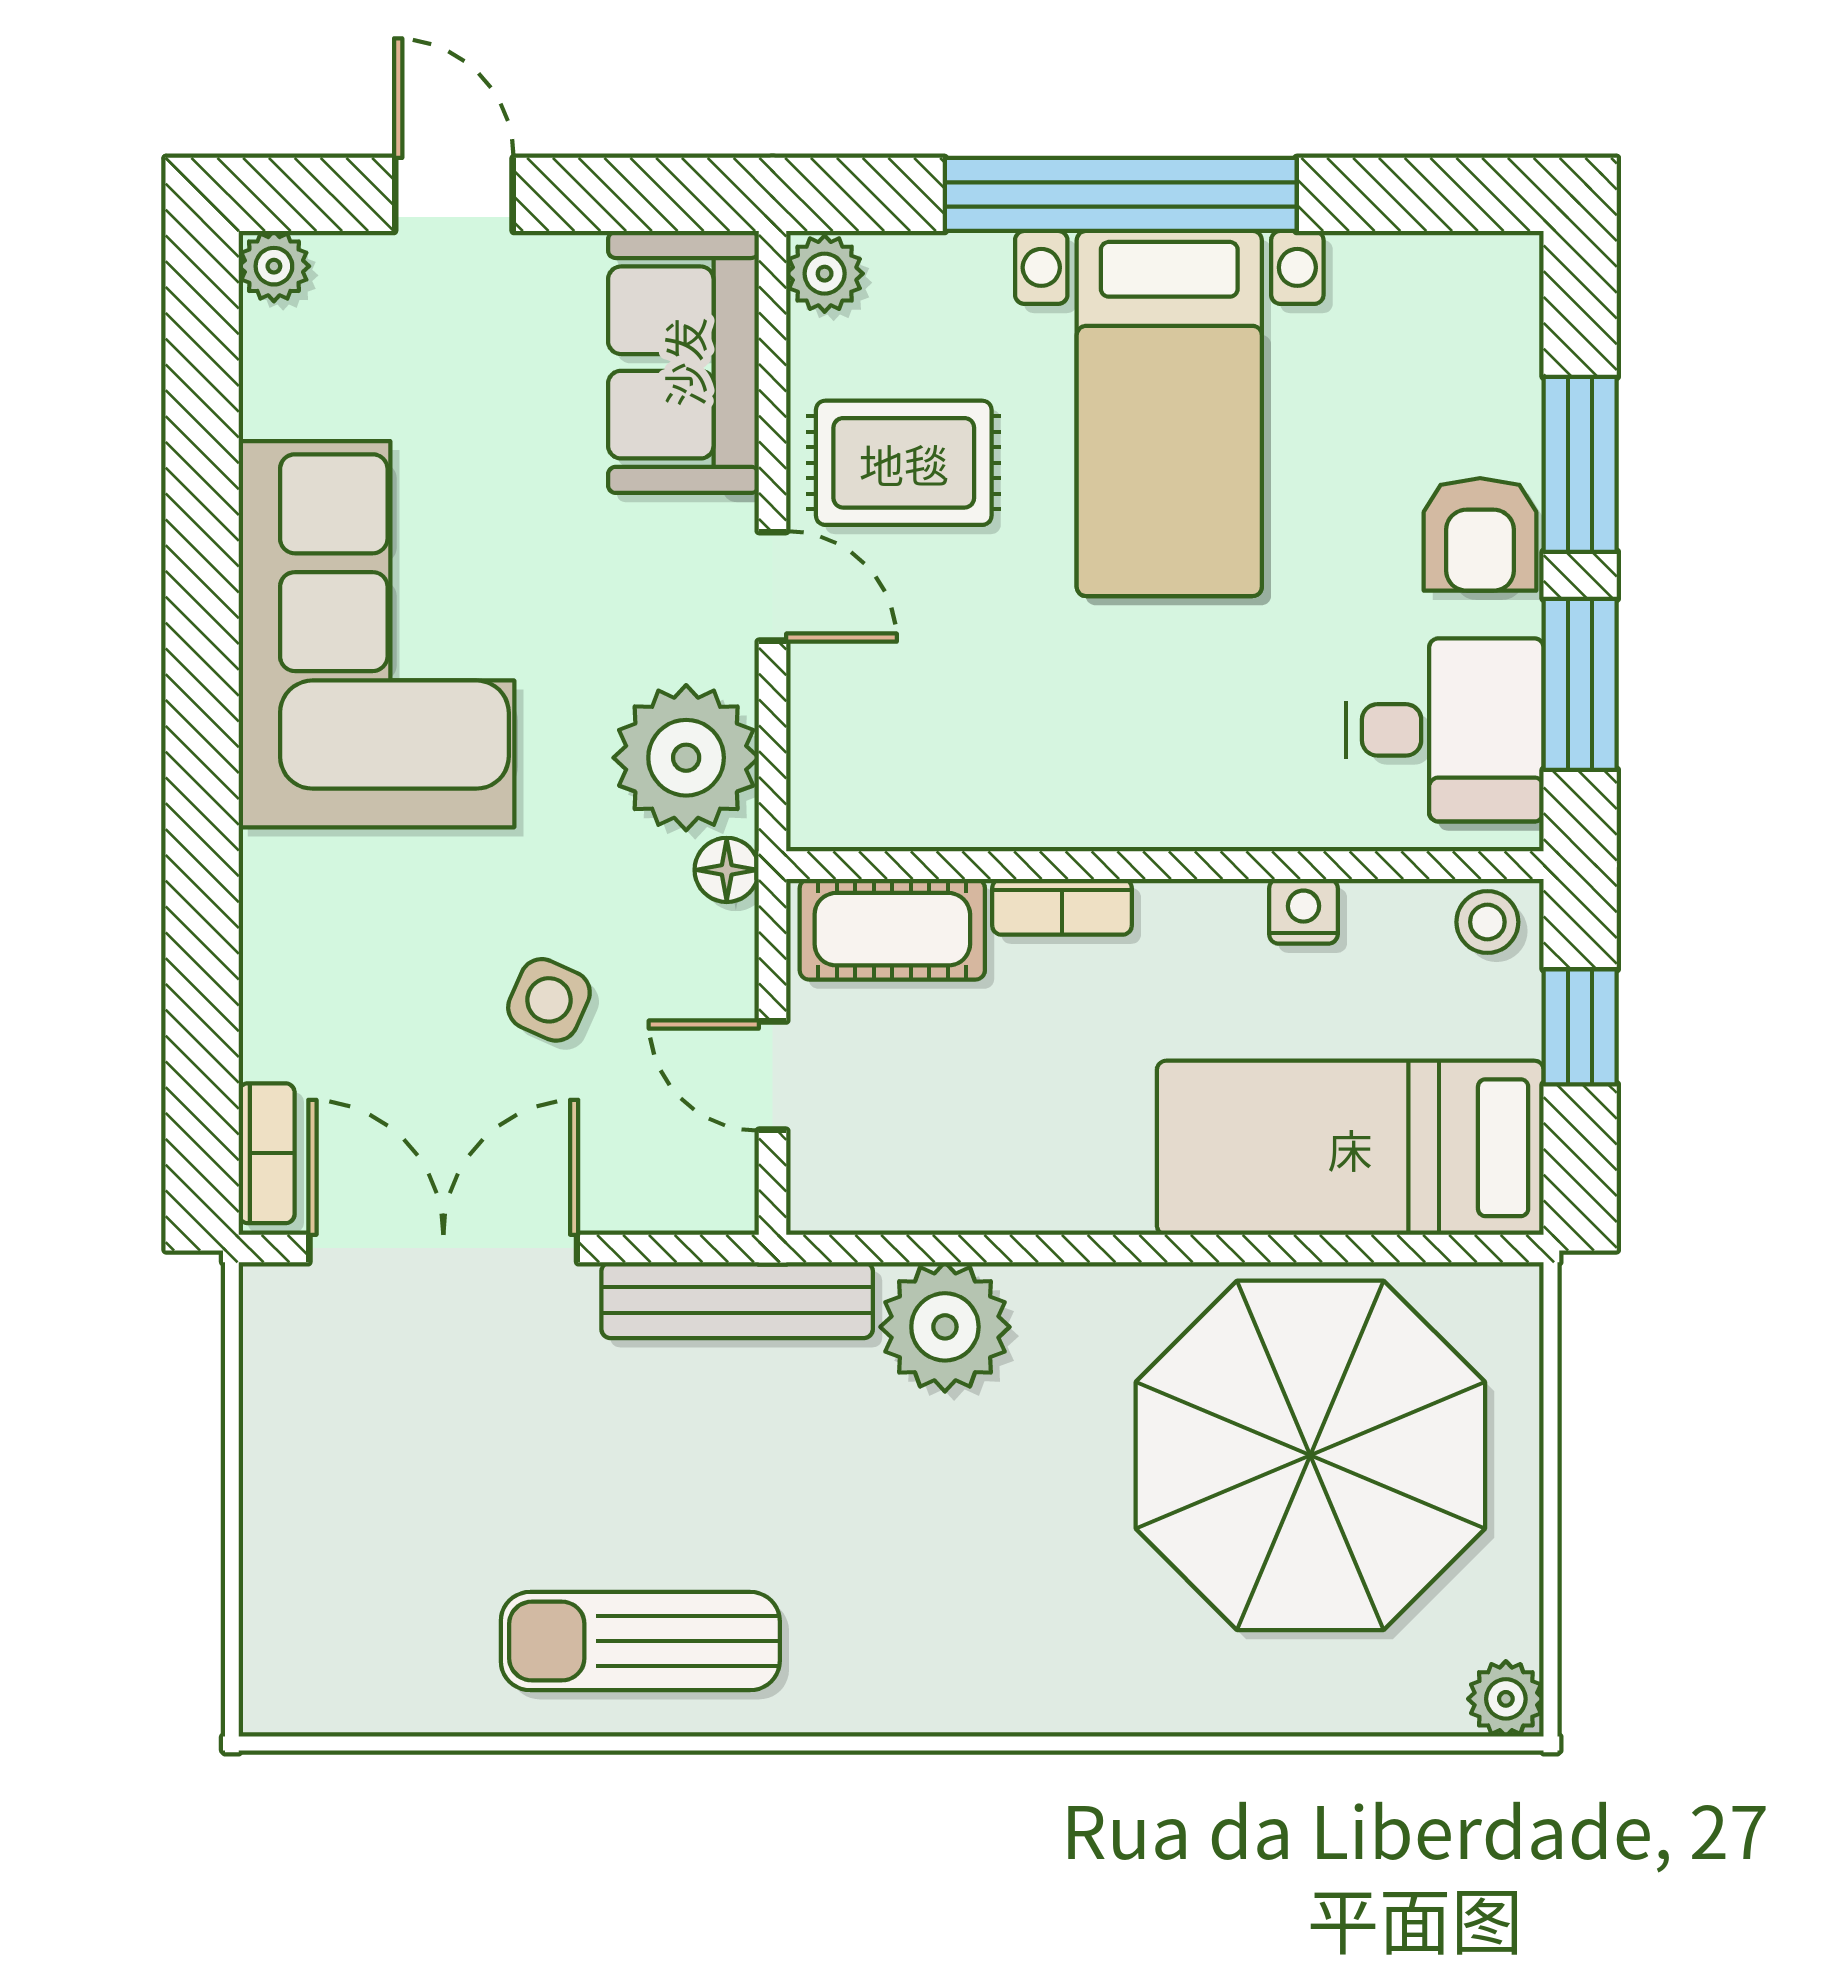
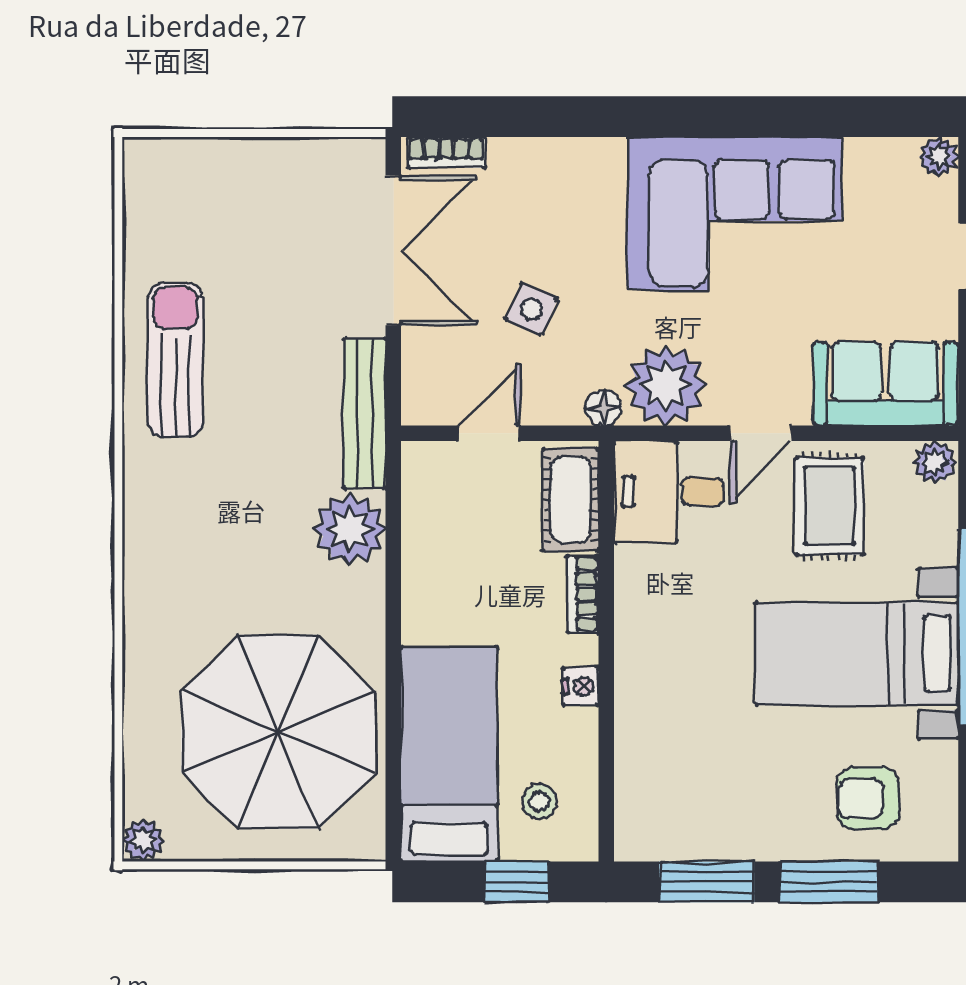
armchair: (1480, 534) -> (868, 798), moved
desk: (1445, 730) -> (669, 492), moved, turned 90
nightstand: (1303, 911) -> (581, 686), moved
stool: (1487, 922) -> (539, 801), moved

